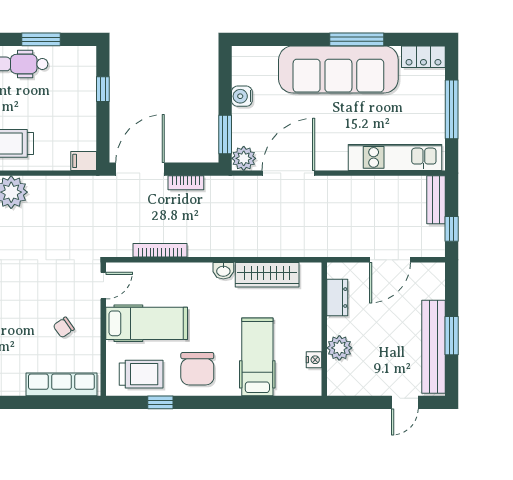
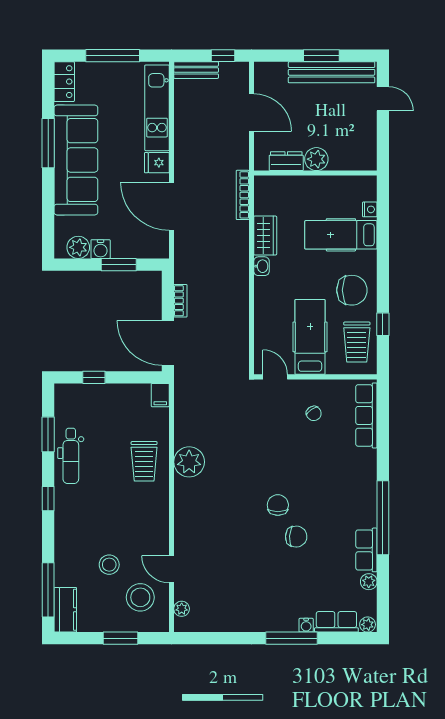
window: (225, 134) -> (119, 265), moved
fridge: (336, 157) -> (157, 163), added
plant: (244, 158) -> (78, 247), moved
bookcase: (160, 250) -> (243, 195), moved
wardrobe: (267, 275) -> (265, 236), width x0.67
plant: (339, 348) -> (316, 159), moved
nightstand: (314, 360) -> (370, 209), moved, turned 90
trolley: (141, 374) -> (357, 342), turned 180

